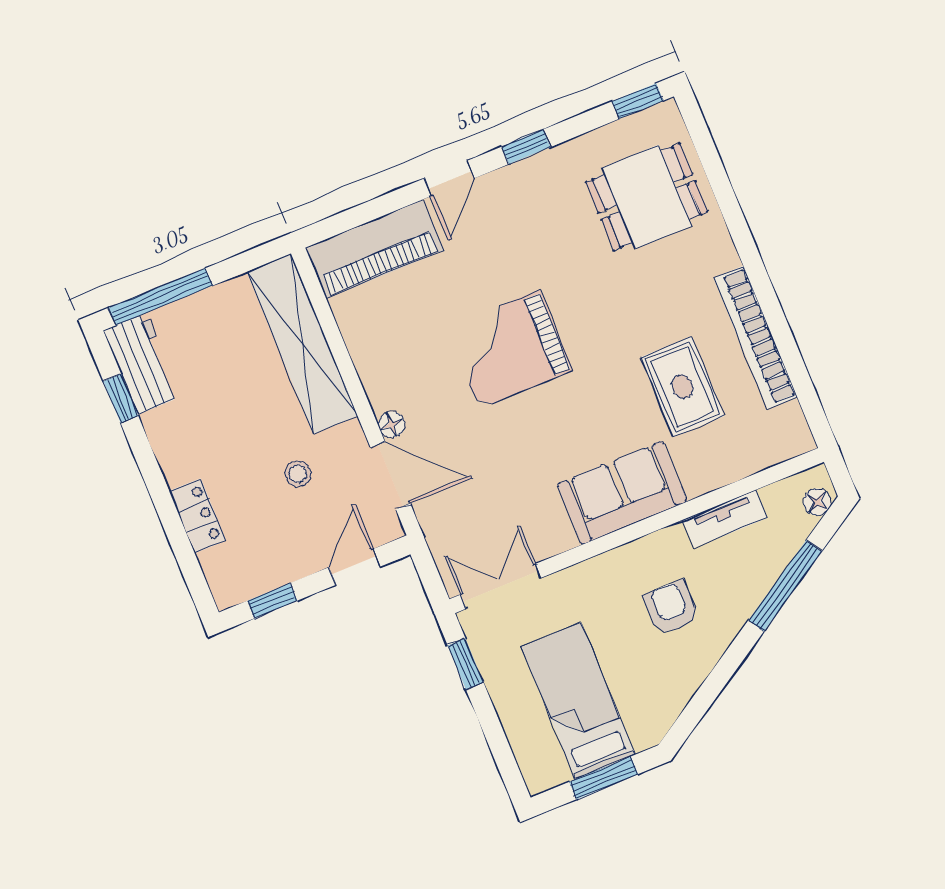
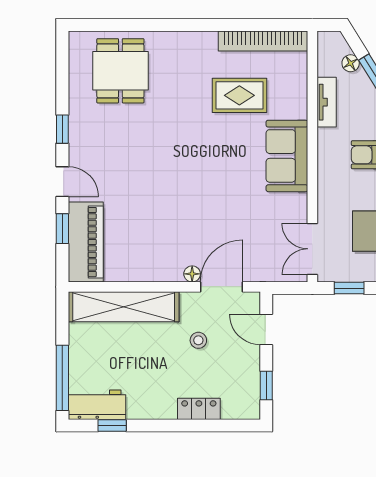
window: (638, 101) -> (62, 229), moved
bookcase: (756, 337) -> (263, 41), moved
grand piano: (510, 349) -> (177, 187), removed
floor lamp: (817, 502) -> (351, 63), moved

